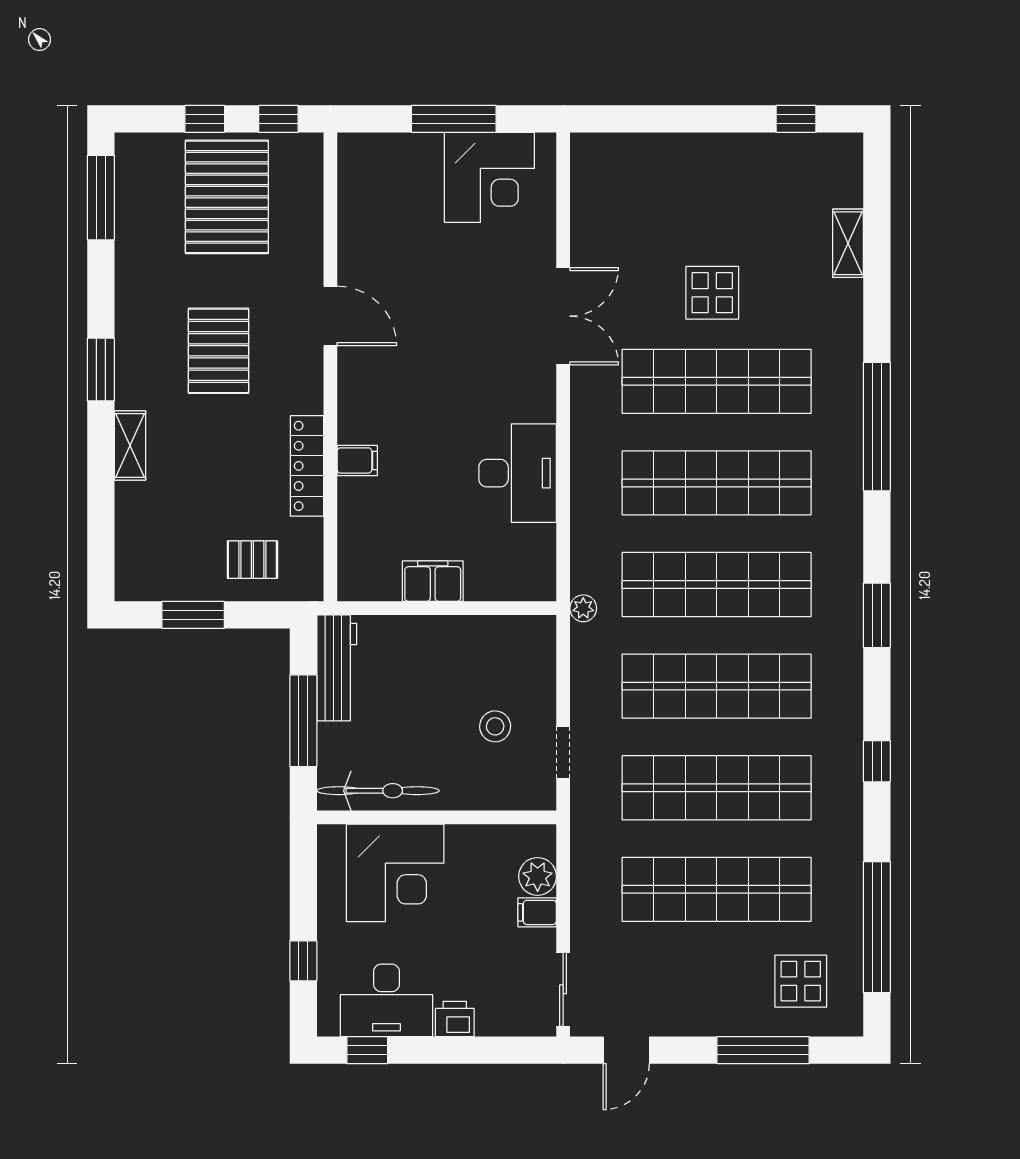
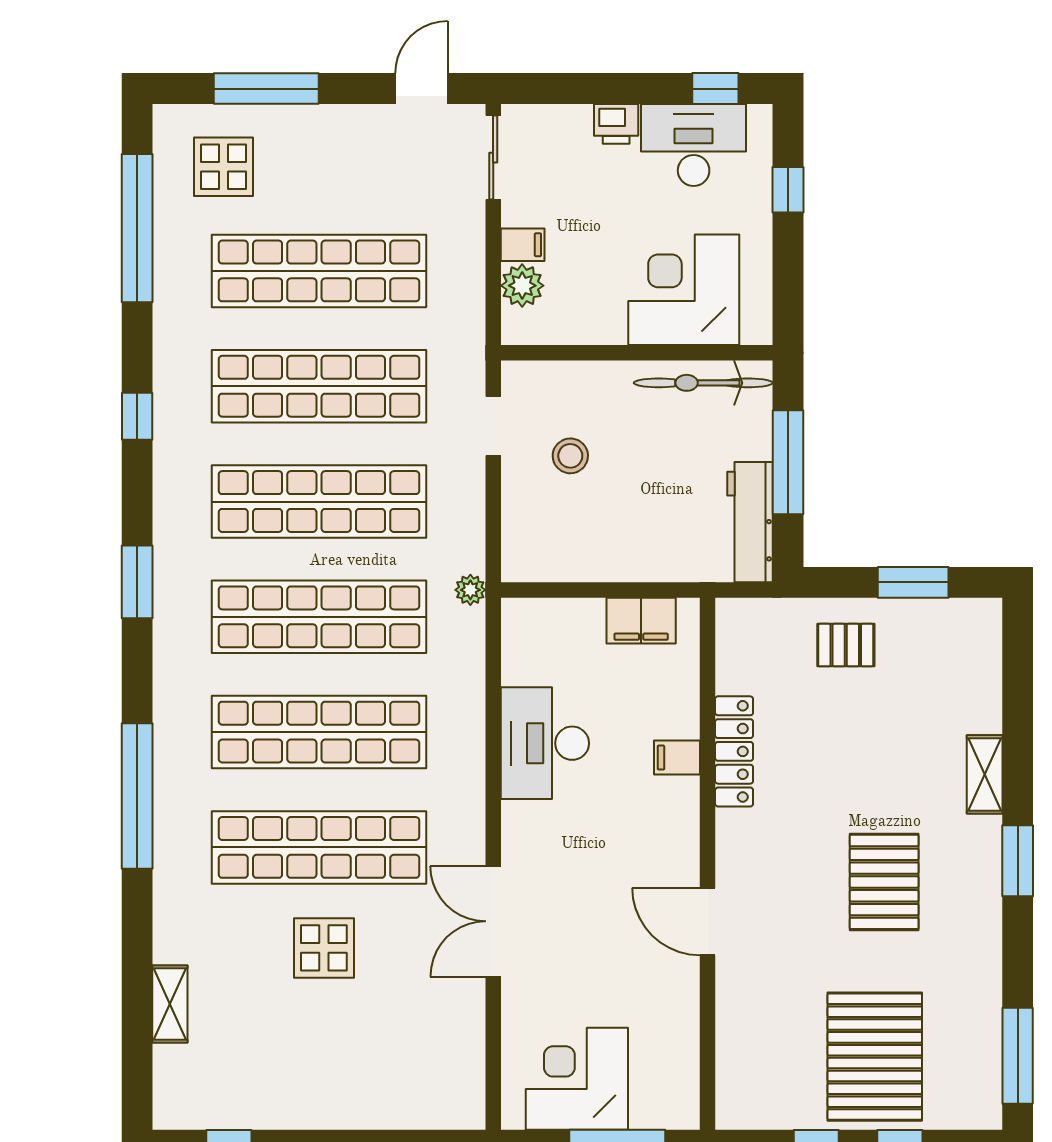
door: (330, 316) -> (708, 922), moved
wall: (330, 367) -> (708, 864), moved
filing cabinet: (357, 460) -> (677, 758), moved
locker: (307, 466) -> (734, 751), moved

